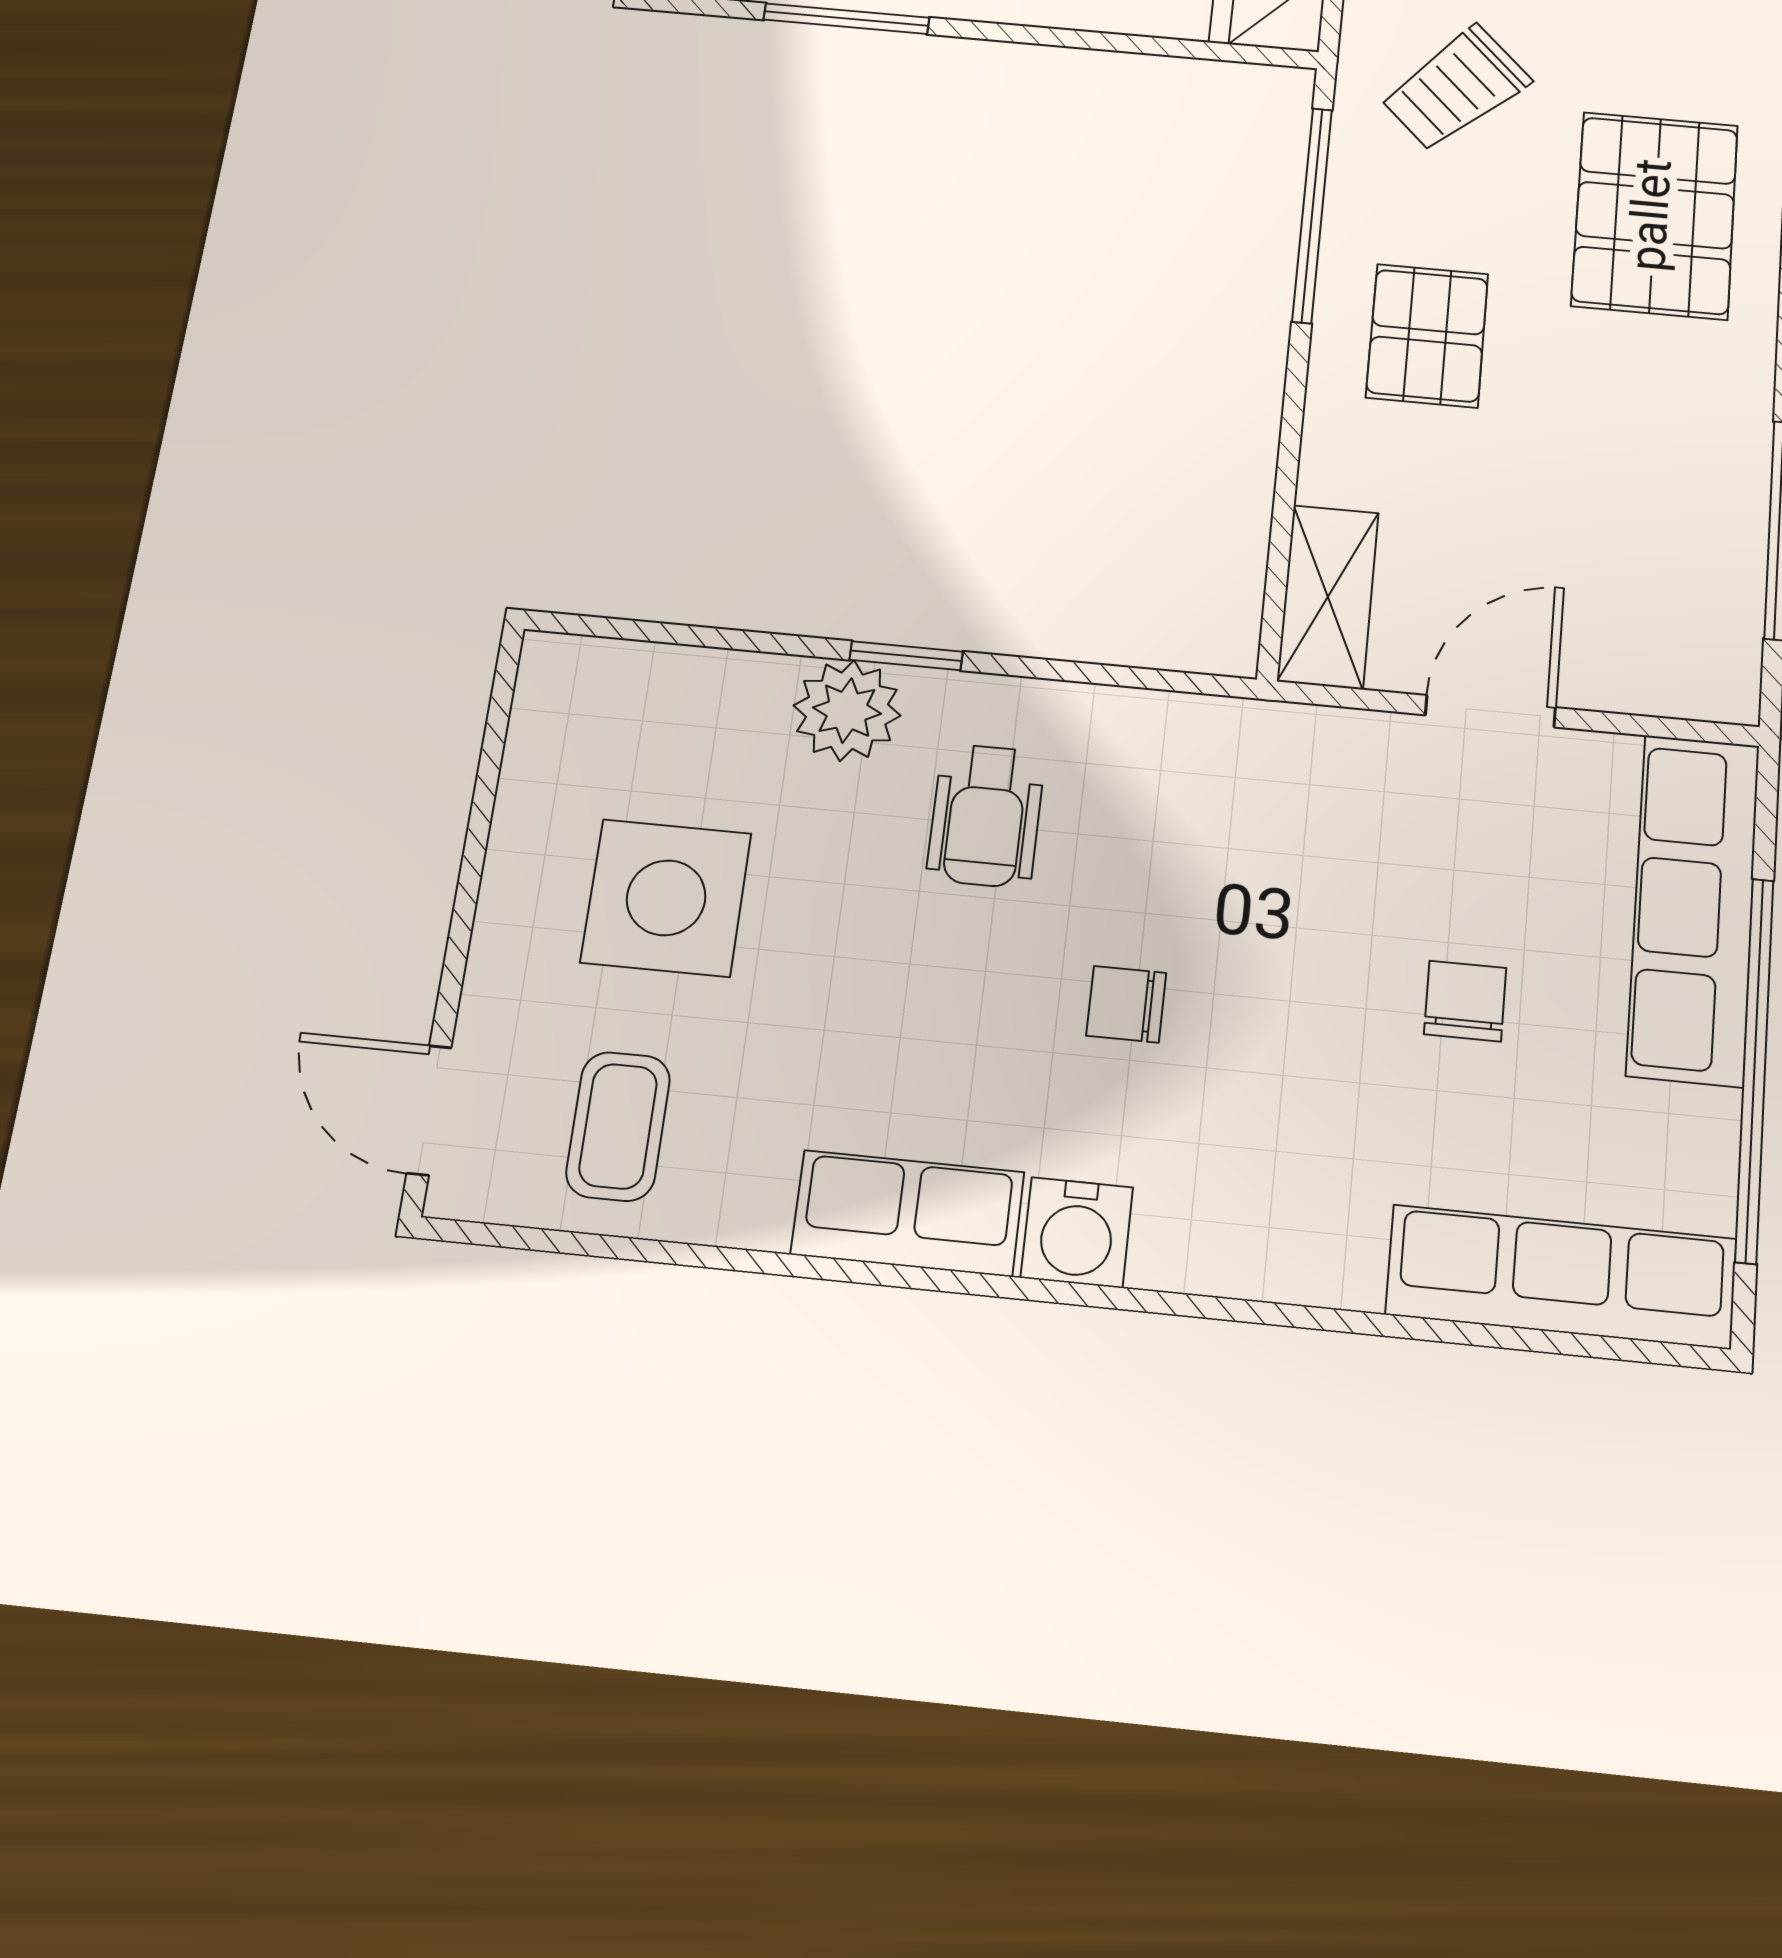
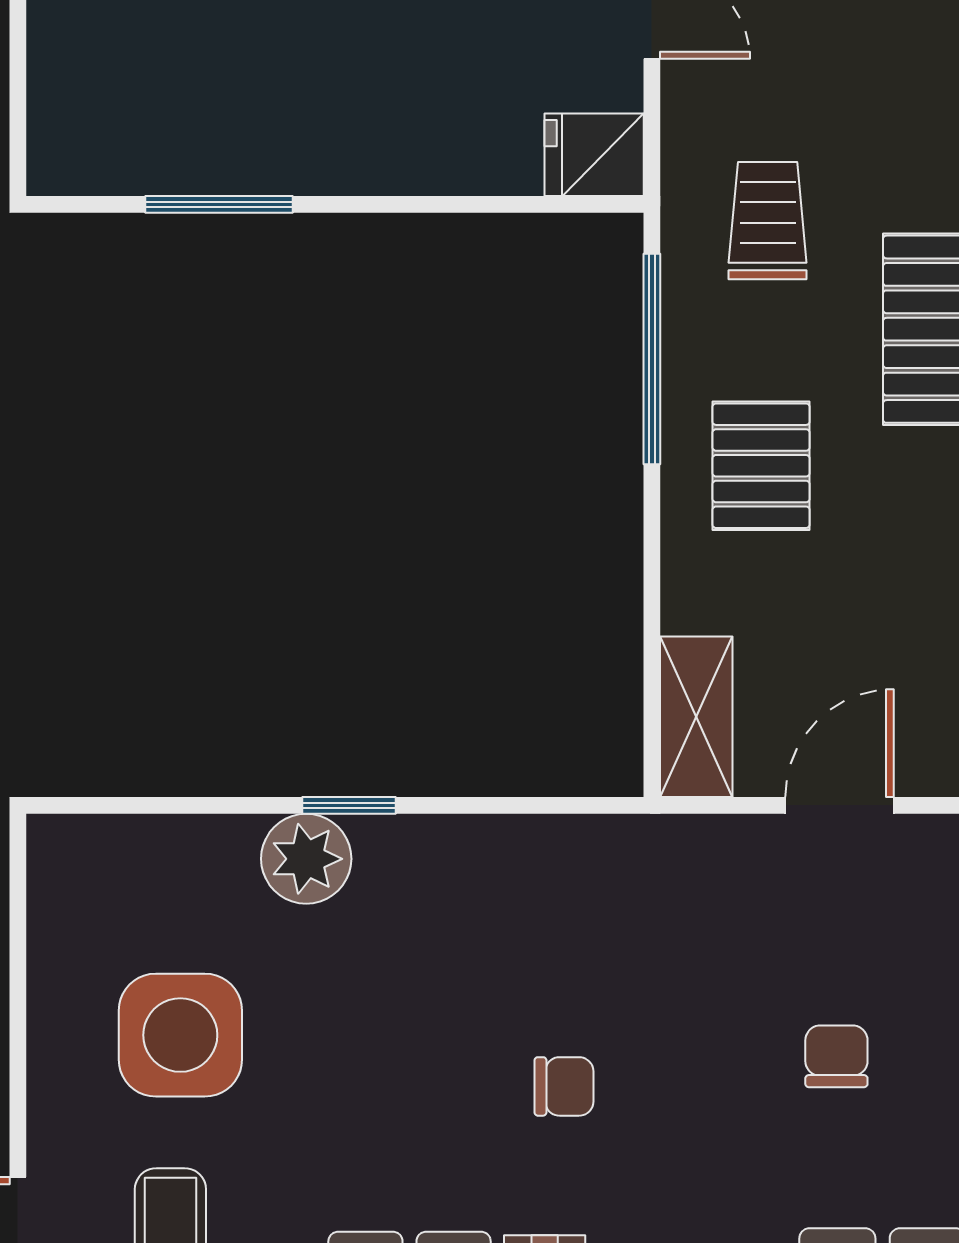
trolley: (1455, 88) -> (768, 221), turned 135
wheelchair: (986, 816) -> (432, 939), removed
chair: (1126, 1004) -> (564, 1086), turned 180

